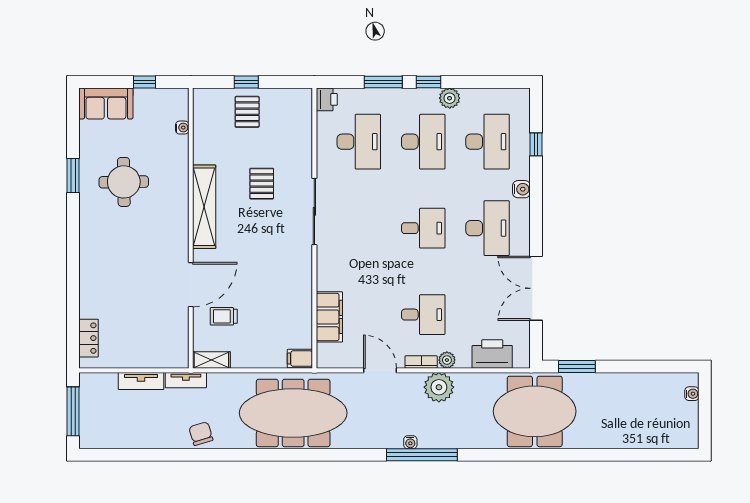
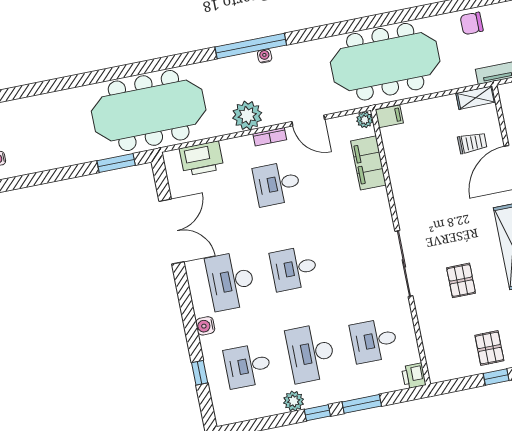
desk: (359, 142) -> (374, 341), width x0.73
desk: (488, 142) -> (248, 366), width x0.73
plant: (447, 360) -> (365, 120), moved
meeting table: (535, 411) -> (149, 111), width x1.36
chair: (201, 434) -> (472, 23), turned 107

